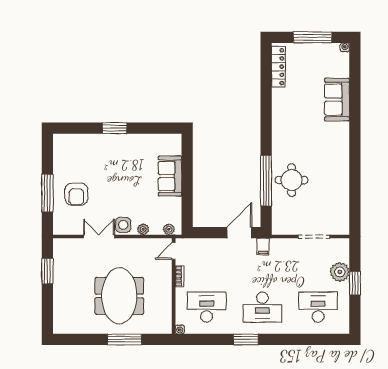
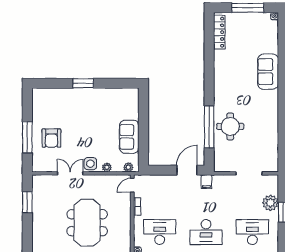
sofa: (337, 100) -> (268, 72), moved
sofa: (170, 176) -> (129, 137), moved

